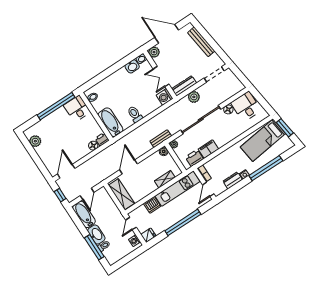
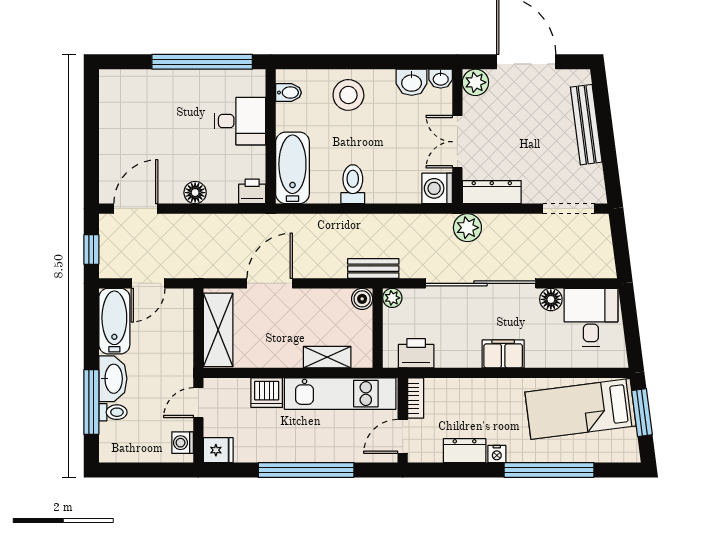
stool: (113, 85) -> (348, 95), added
plant: (194, 97) -> (467, 228), moved
desk: (77, 109) -> (240, 121), moved, turned 90
plant: (35, 141) -> (113, 106), removed
floor lamp: (93, 146) -> (195, 193), moved
filing cabinet: (208, 149) -> (503, 354), moved

